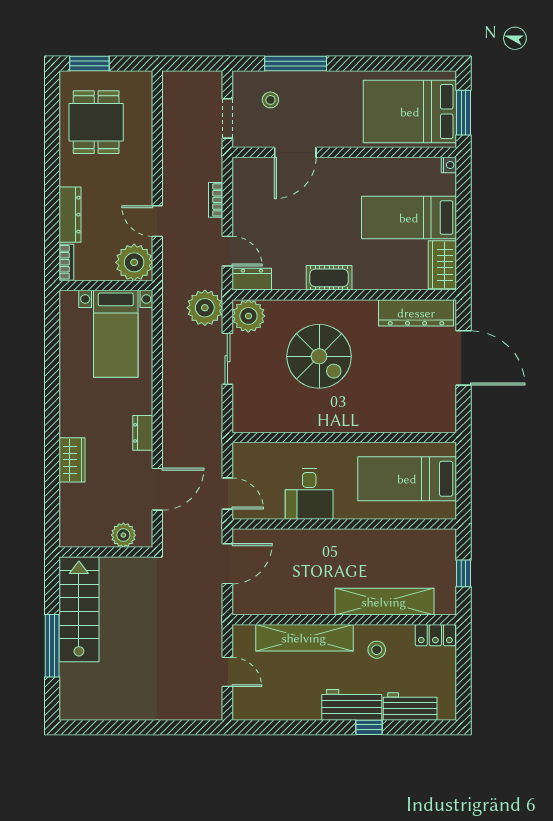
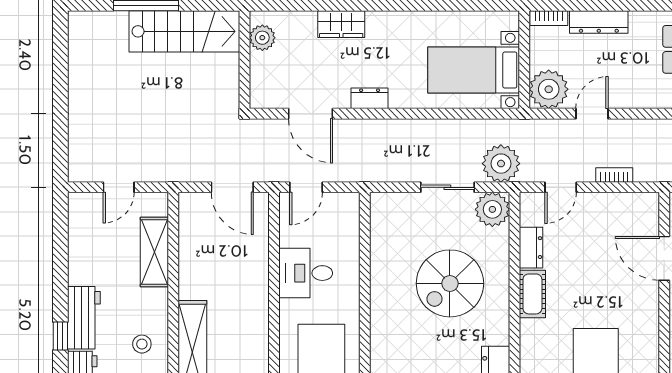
dresser: (252, 279) -> (531, 248), moved
plant: (123, 535) -> (262, 38), moved
shelving: (304, 638) -> (154, 252), width x0.68

